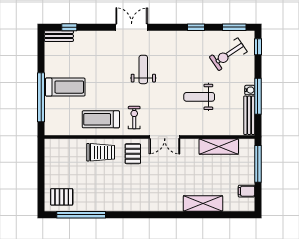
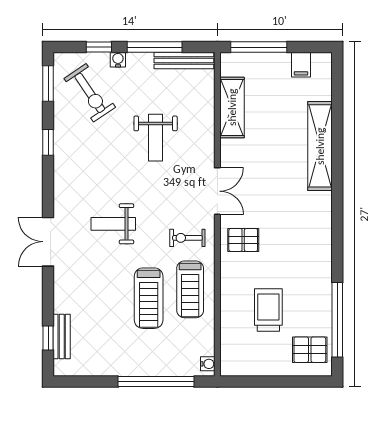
bench: (59, 36) -> (62, 336), moved
window: (258, 47) -> (99, 47), moved
treadmill: (65, 87) -> (149, 298), moved, turned 180
water cooler: (250, 90) -> (118, 60), moved
water cooler: (53, 131) -> (208, 364), added
trolley: (101, 152) -> (268, 310), moved
pallet: (62, 197) -> (310, 350), turned 90
shelving: (203, 204) -> (320, 146), width x1.47

